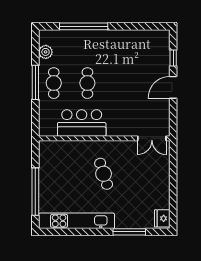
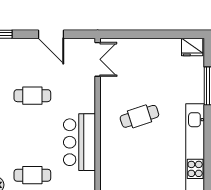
cafe table: (87, 83) -> (32, 96), moved
door: (173, 87) -> (51, 34), moved

